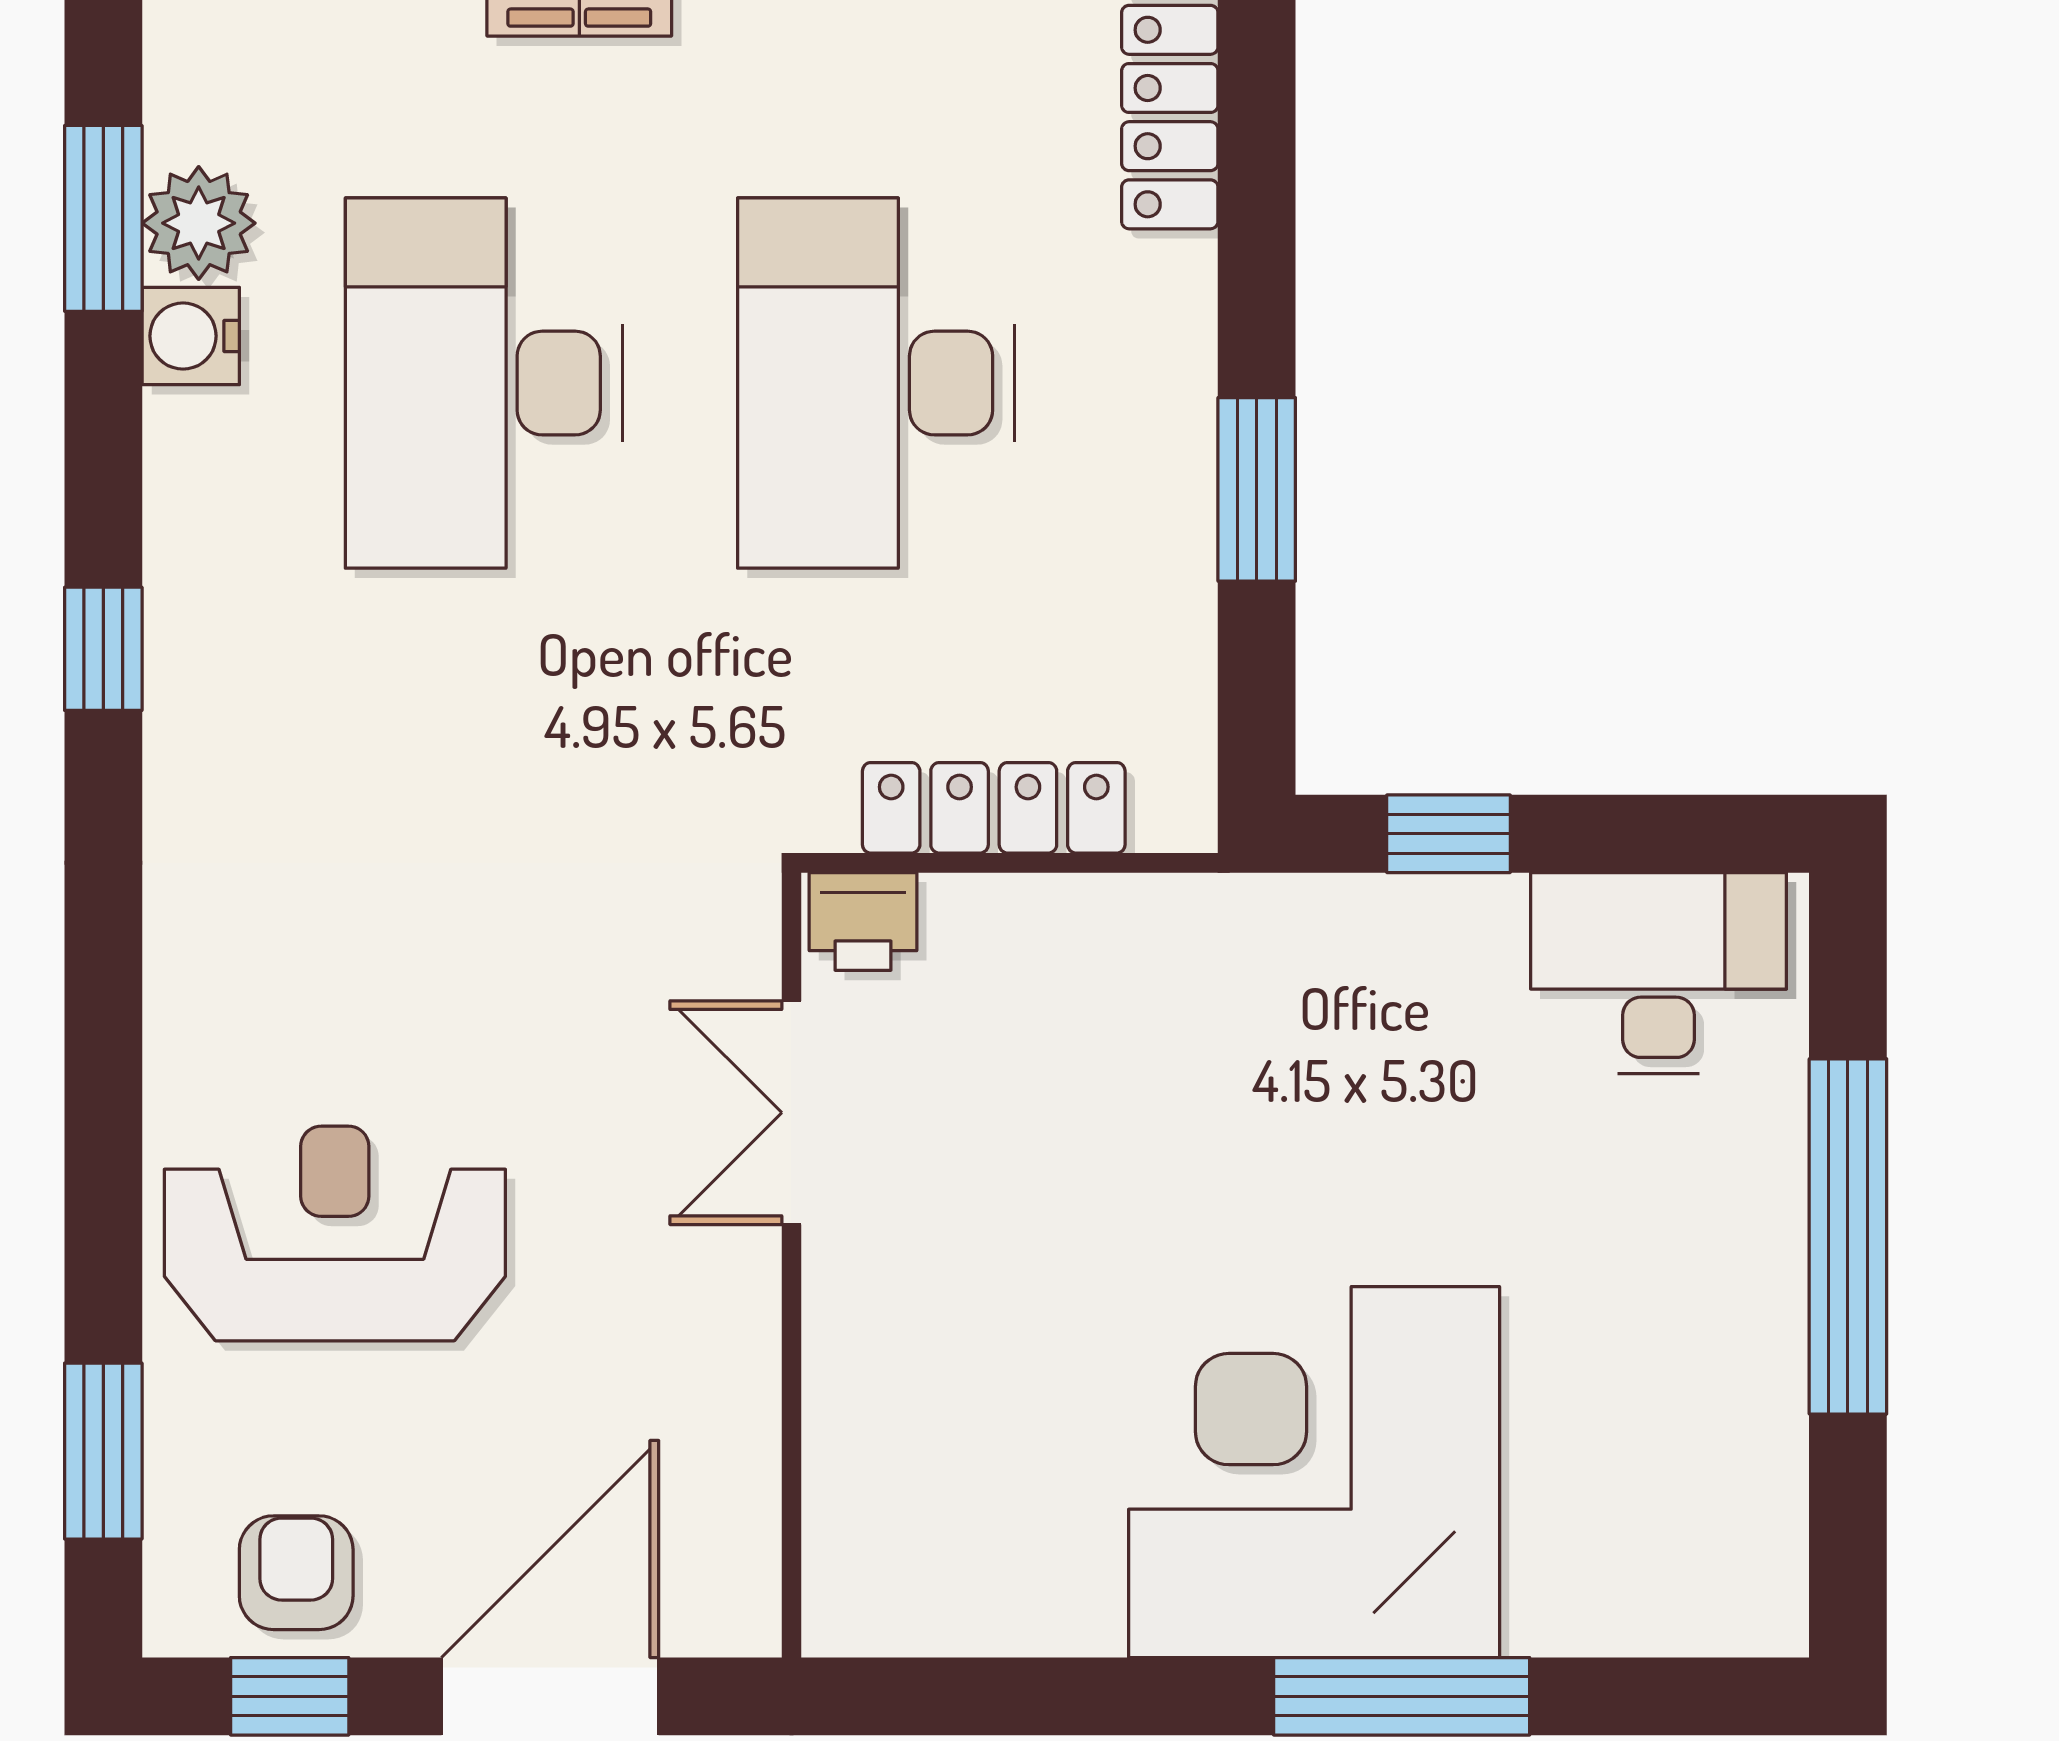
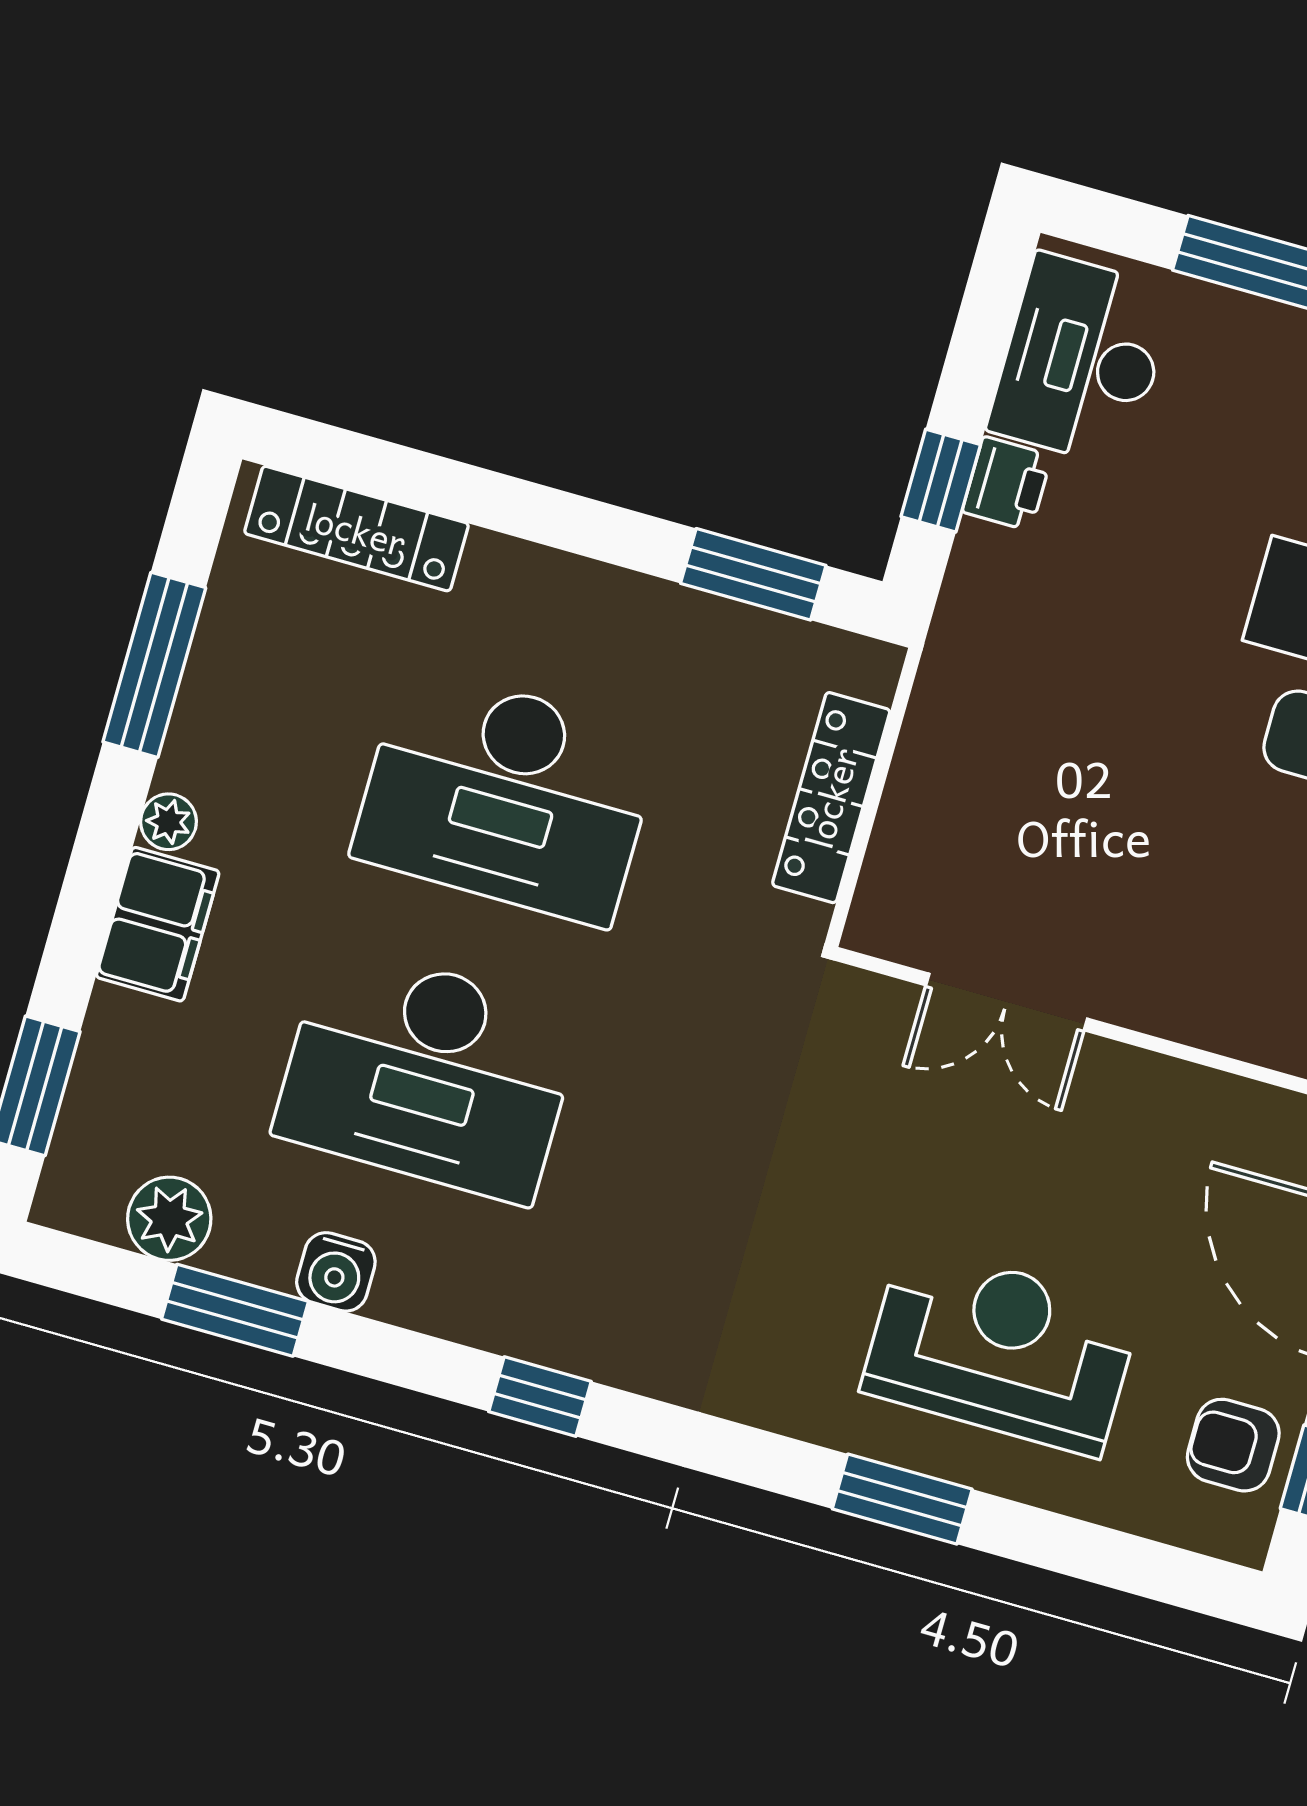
plant: (199, 223) -> (169, 1219), moved
window: (1257, 489) -> (753, 574), moved
printer: (863, 921) -> (1007, 484), moved
reception desk: (335, 1234) -> (1001, 1350), turned 90
window: (103, 1451) -> (902, 1499), moved

